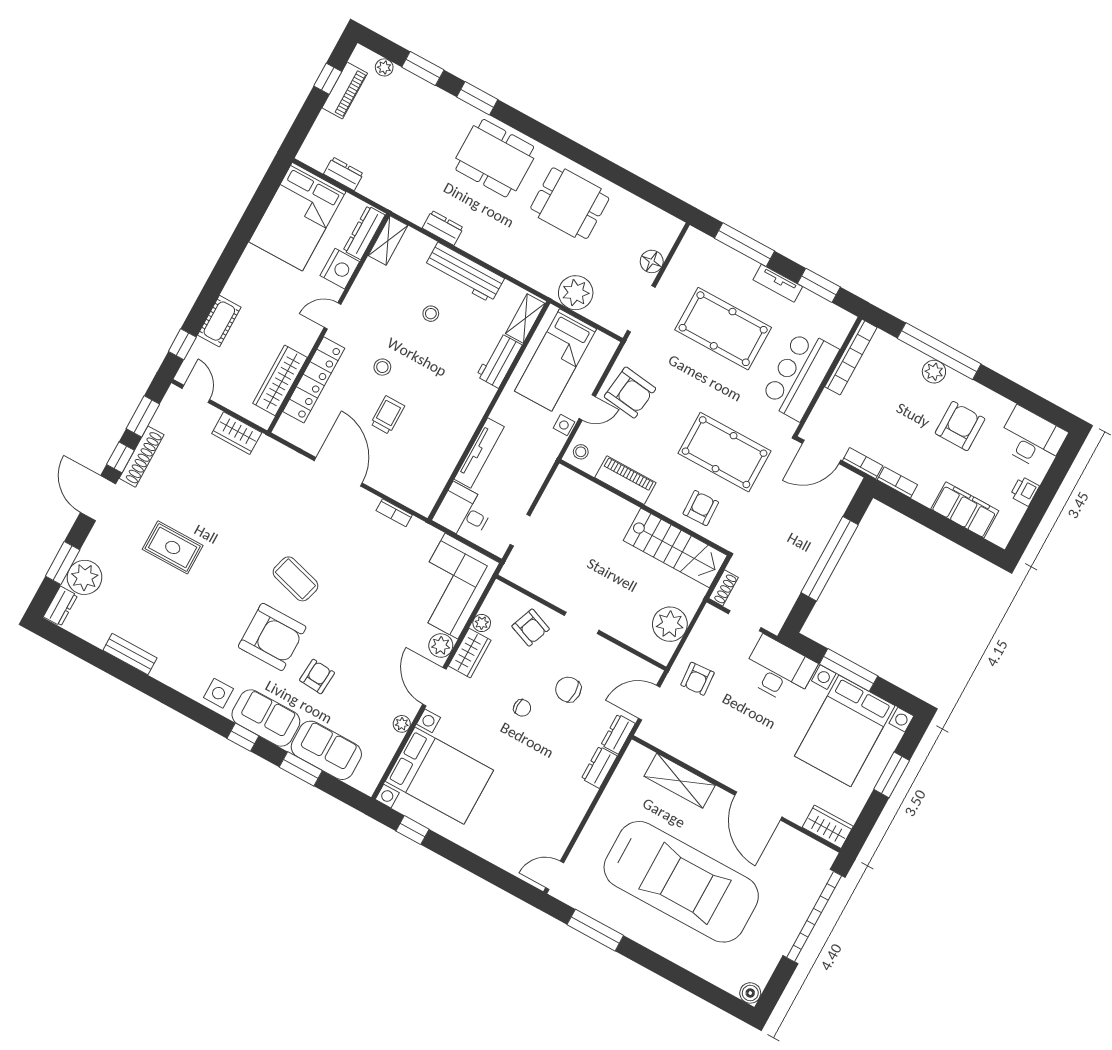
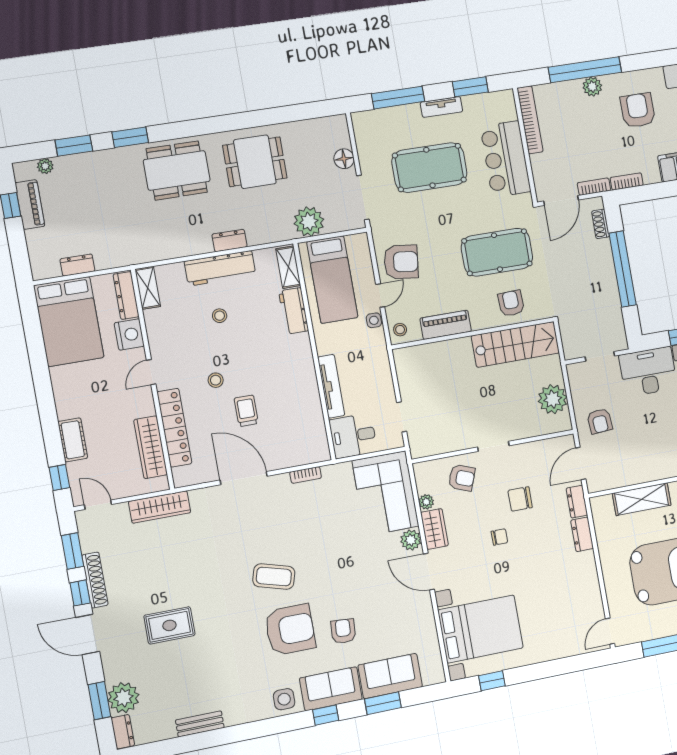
dresser: (443, 228) -> (229, 240), moved
wardrobe: (237, 433) -> (160, 507), width x1.50
shoe rack: (724, 588) -> (600, 224), moved, turned 180
plant: (402, 724) -> (427, 615), removed

